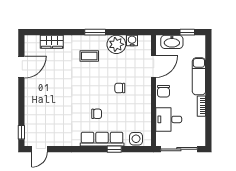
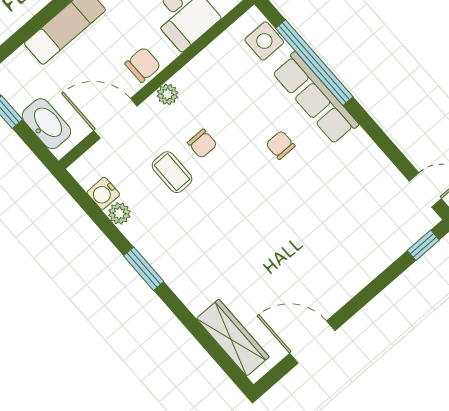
wardrobe: (52, 42) -> (233, 338), width x1.50
plant: (116, 44) -> (119, 213), width x0.53, depth x0.53
coffee table: (89, 56) -> (172, 172), moved
plant: (146, 91) -> (167, 94), added
window: (114, 149) -> (314, 63), width x3.17

